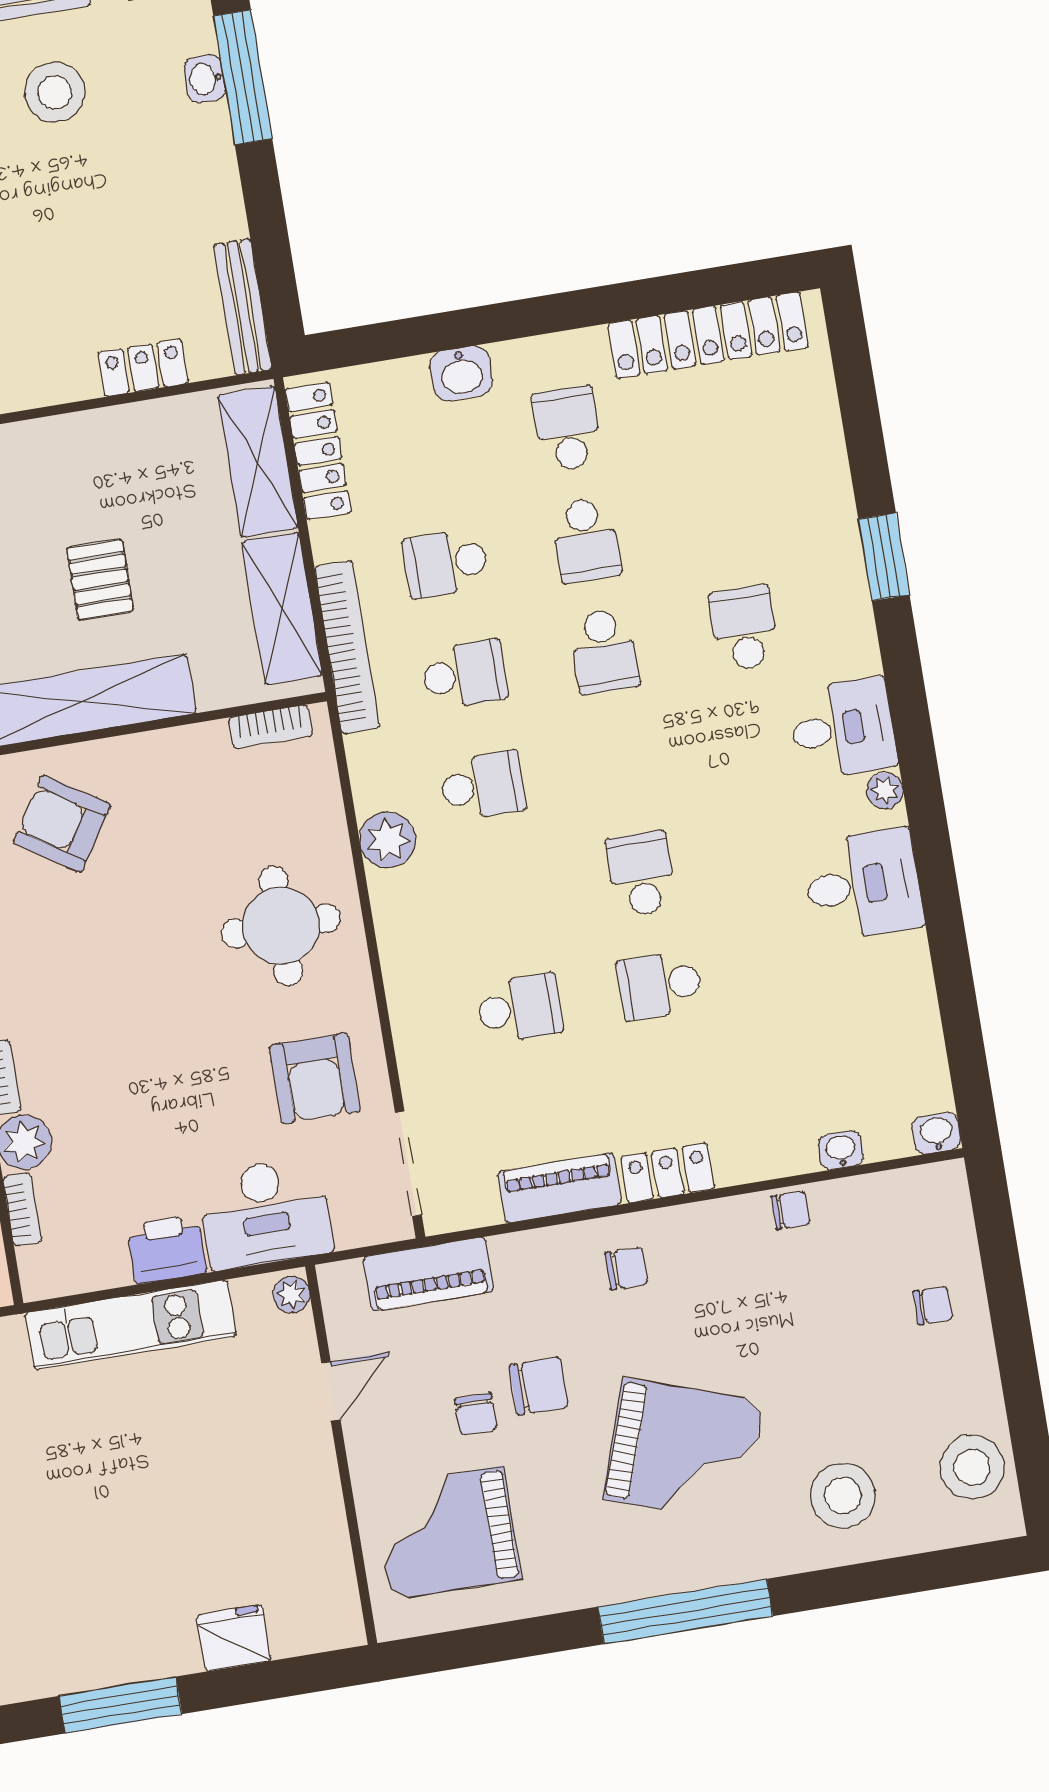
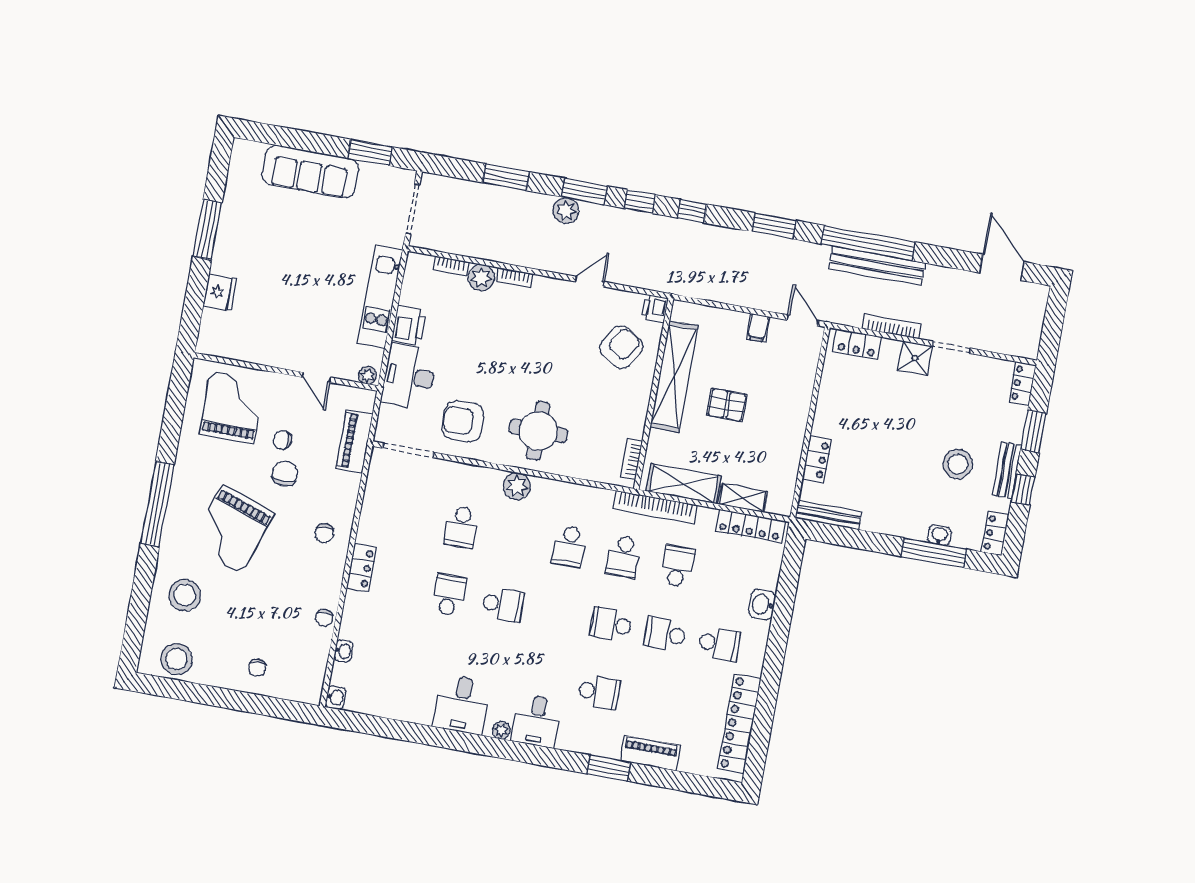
shelving: (258, 462) -> (743, 498), width x0.67, depth x0.75
plant: (388, 840) -> (517, 486), moved
piano: (559, 1188) -> (650, 753), moved, turned -90
chair: (539, 1386) -> (285, 473), turned 180

